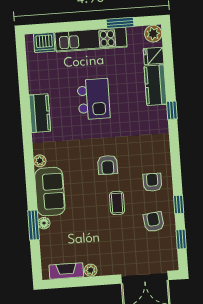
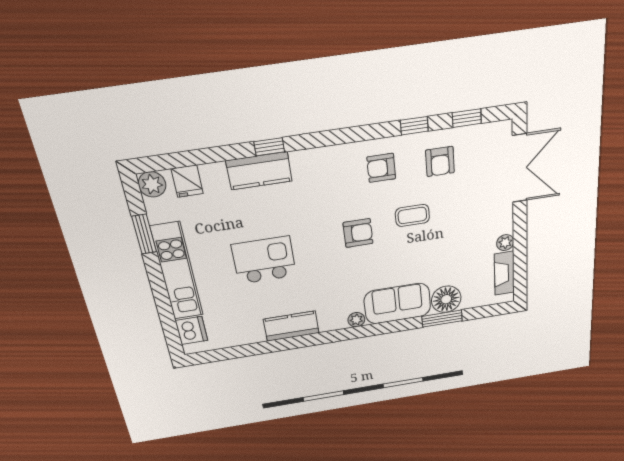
kitchen counter: (155, 85) -> (259, 171), moved
armchair: (154, 222) -> (440, 161), turned -83
floor lamp: (44, 223) -> (446, 299), width x1.89, depth x1.89

